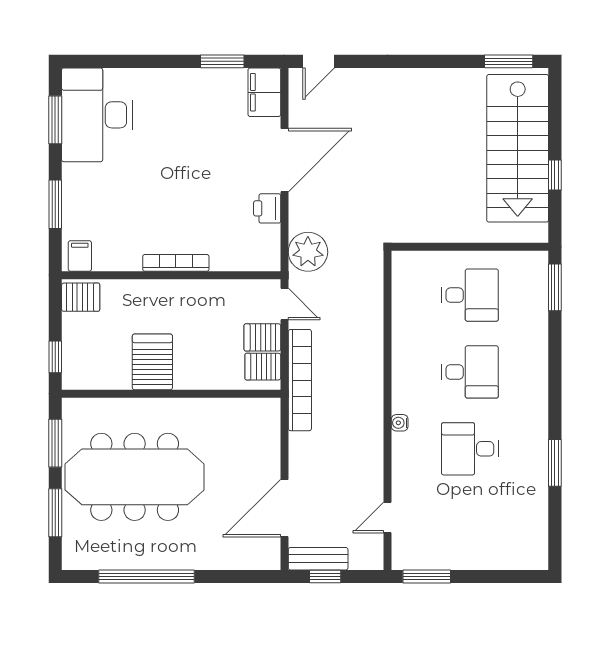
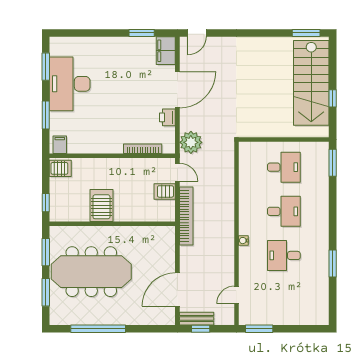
desk: (97, 115) -> (70, 84), moved
bookcase: (176, 263) -> (143, 149), moved
server rack: (263, 367) -> (165, 208), removed

